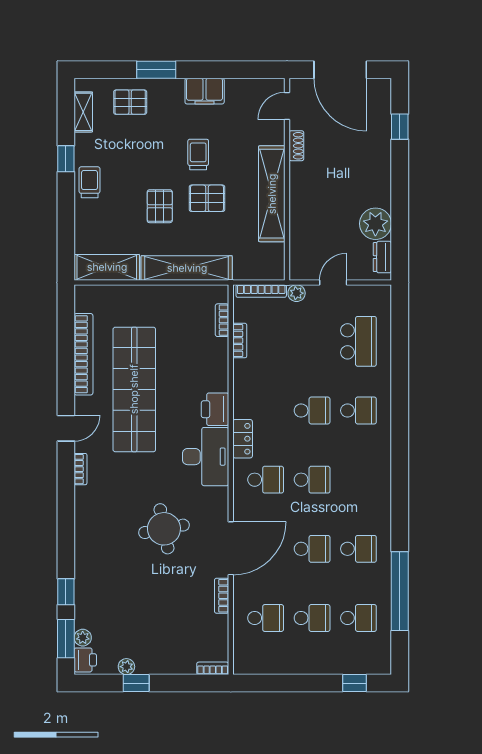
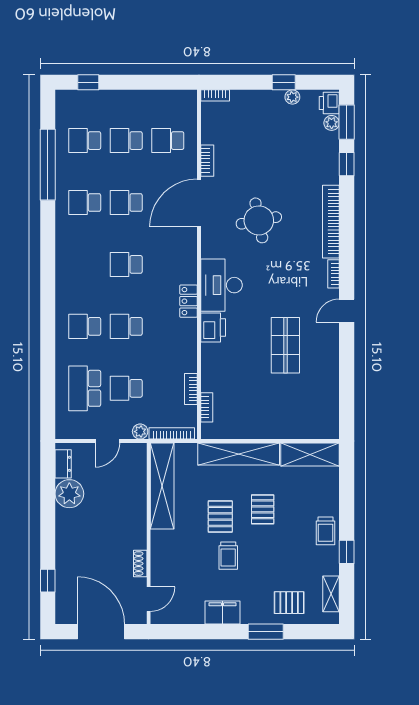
shelving: (272, 194) -> (162, 486), moved
pallet: (207, 198) -> (220, 516), turned 90
bookcase: (83, 354) -> (331, 222), moved
shop shelf: (134, 389) -> (285, 345), width x0.50, depth x0.74
school desk: (266, 480) -> (126, 388), moved

